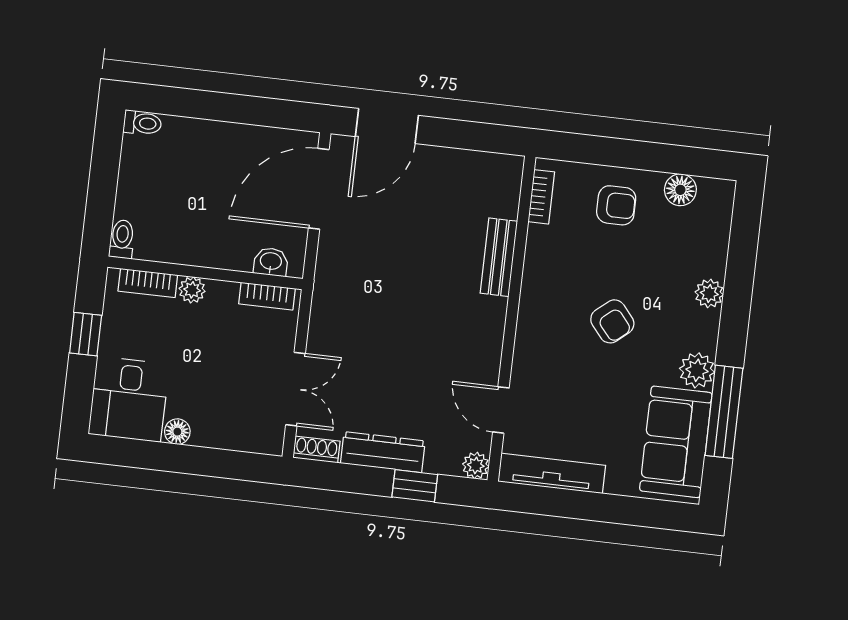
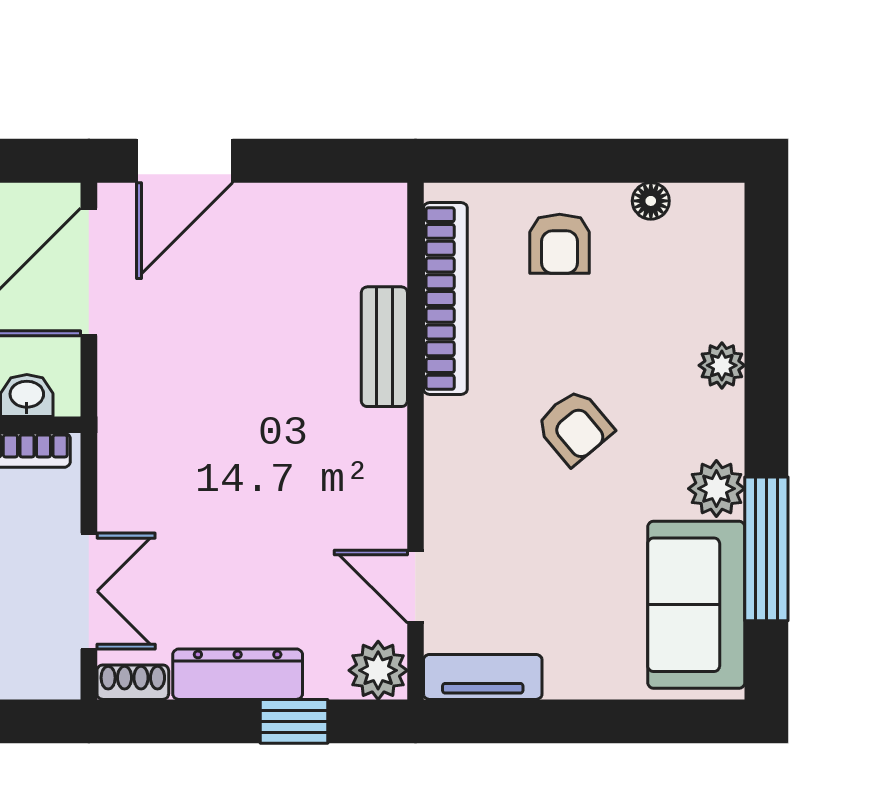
floor lamp: (680, 190) -> (651, 201), width x0.73, depth x0.73
bookcase: (541, 197) -> (445, 298), width x2.31, depth x1.31
armchair: (616, 205) -> (560, 244), turned 90
plant: (476, 465) -> (378, 670), width x1.38, depth x1.38
tv unit: (552, 473) -> (483, 677), width x0.71

